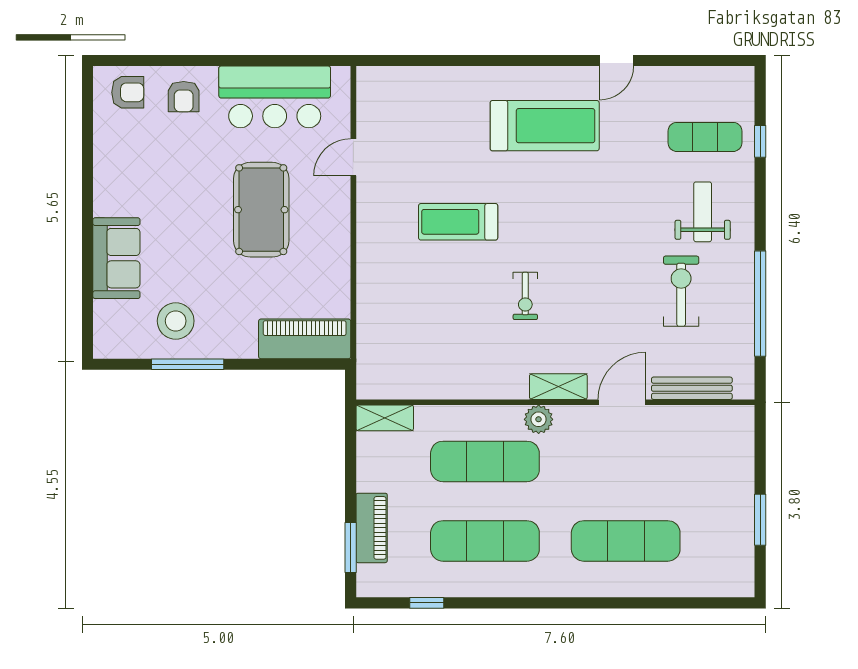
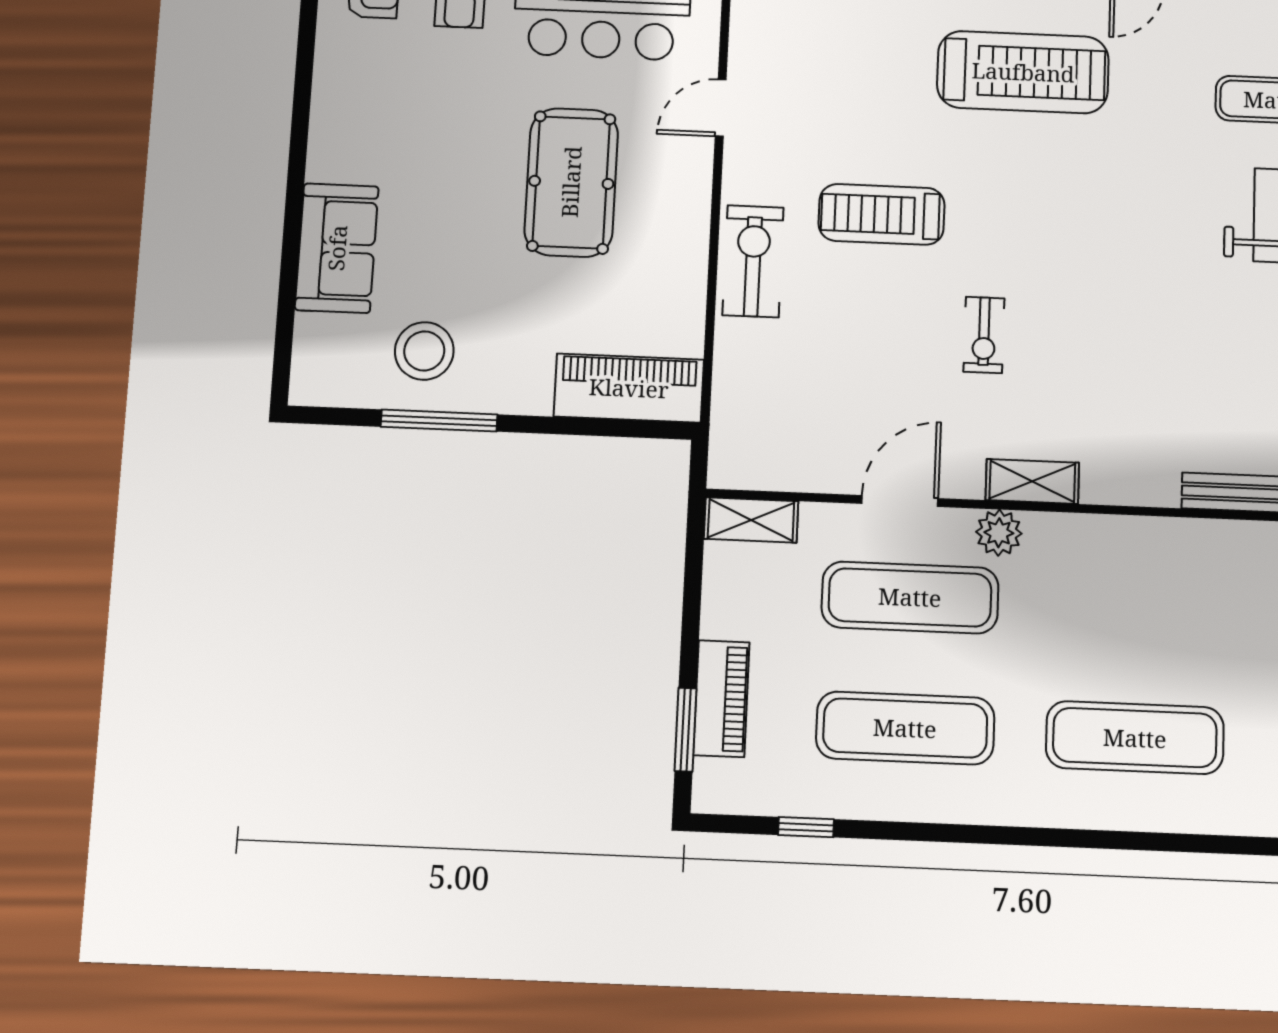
exercise bike: (681, 291) -> (753, 261), moved
door: (622, 402) -> (900, 501), moved

